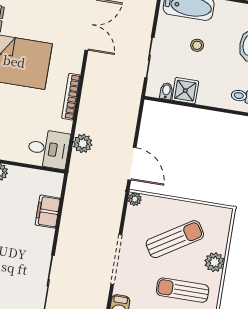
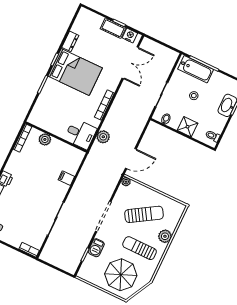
shower: (185, 91) -> (188, 127), moved
door: (132, 164) -> (131, 159), hinge flipped
filing cabinet: (48, 212) -> (66, 178), width x0.50

